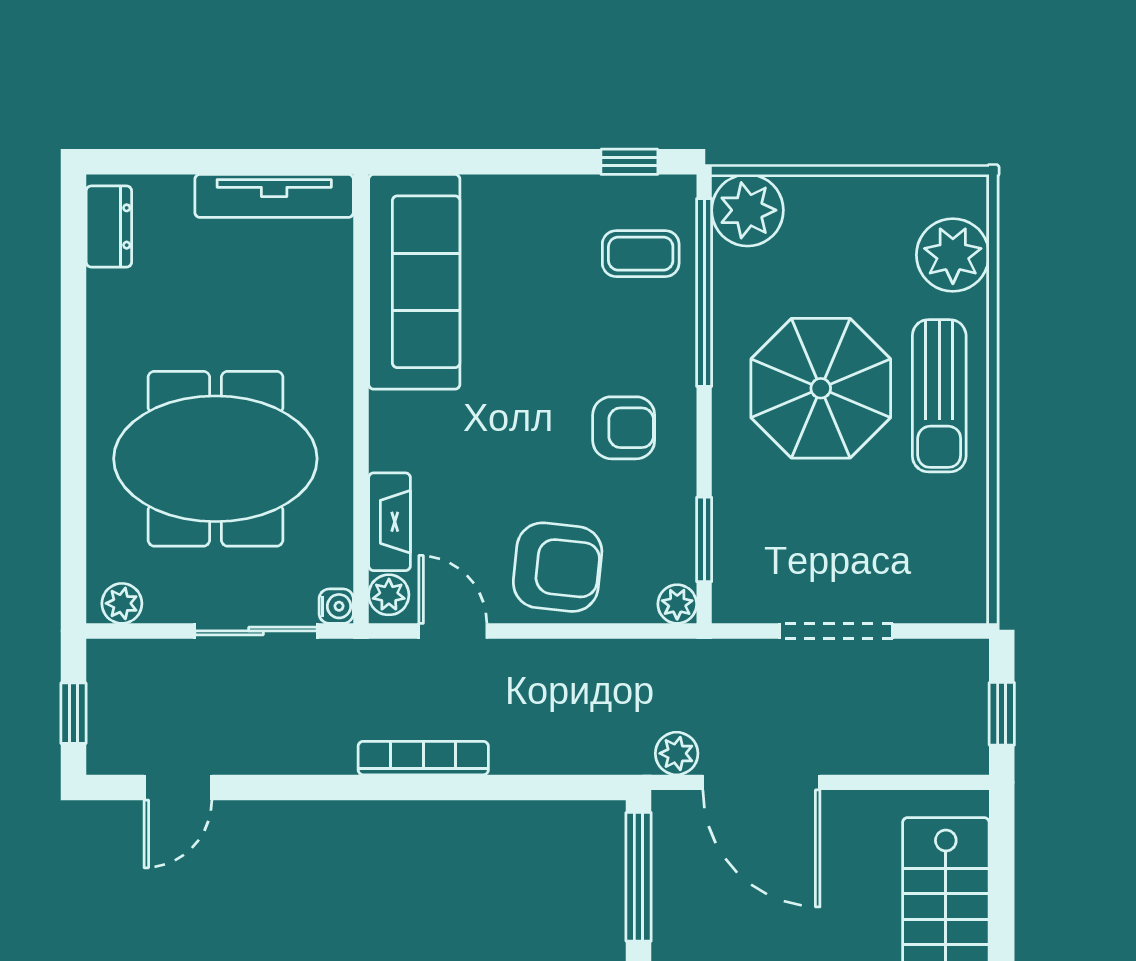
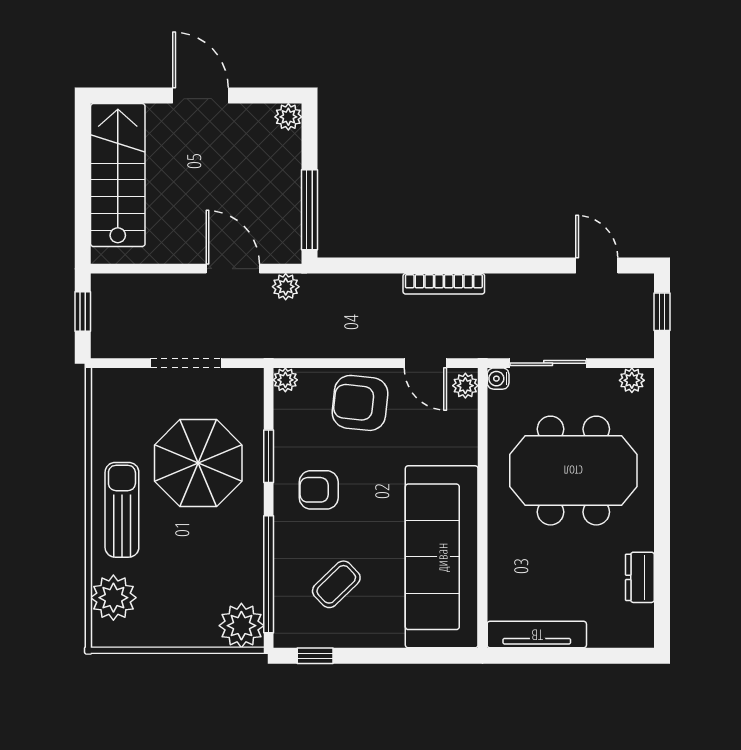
dresser: (109, 226) -> (640, 577), moved
coffee table: (641, 254) -> (336, 584), moved, turned -44
sofa: (414, 282) -> (442, 557), width x1.36, depth x1.27
parasol: (821, 388) -> (198, 463), moved
fireplace: (389, 522) -> (465, 431), removed
window: (704, 539) -> (269, 456), moved
door: (761, 782) -> (233, 269), width x0.73
door: (178, 787) -> (597, 266), hinge flipped

